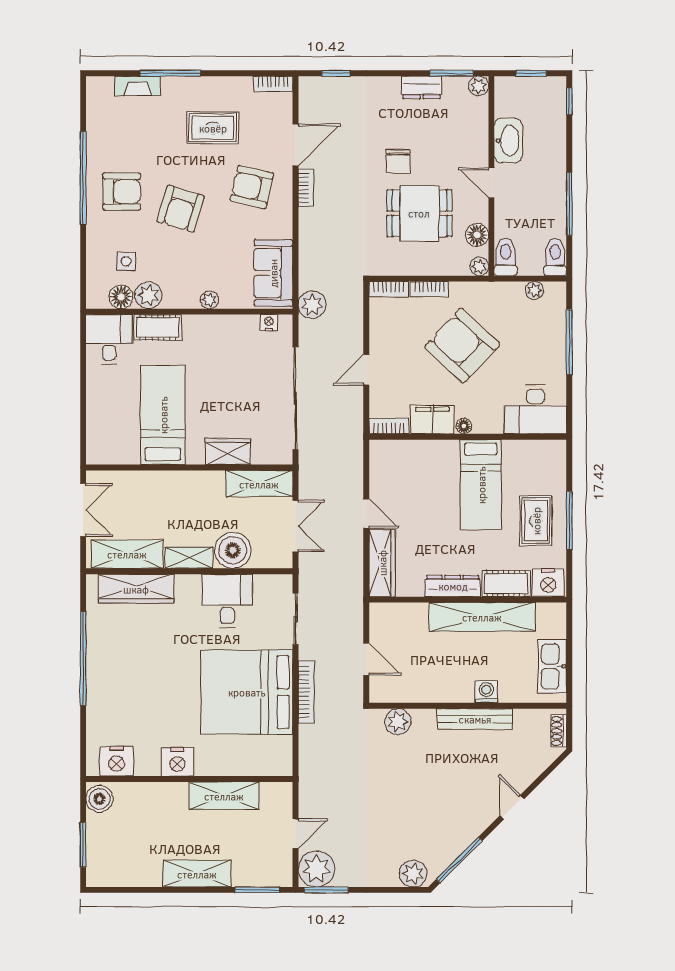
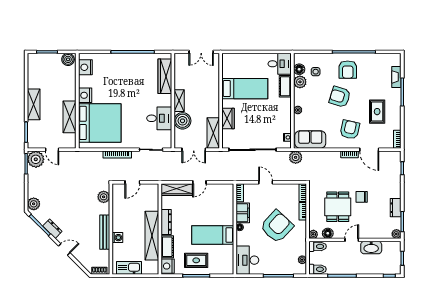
shelving: (127, 554) -> (181, 72), removed
bed: (247, 692) -> (100, 123), moved, turned 90
dresser: (467, 833) -> (52, 229), added

